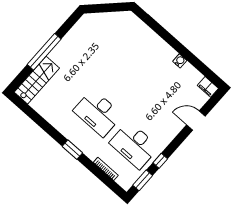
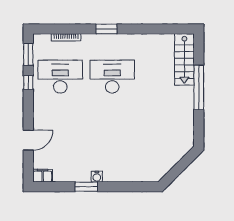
window: (184, 52) -> (86, 187), added
water cooler: (180, 61) -> (97, 177), moved

